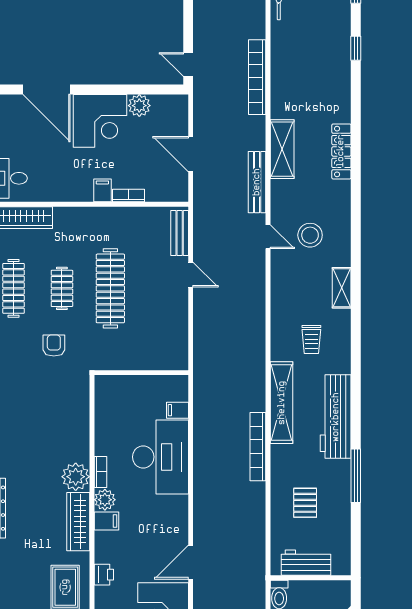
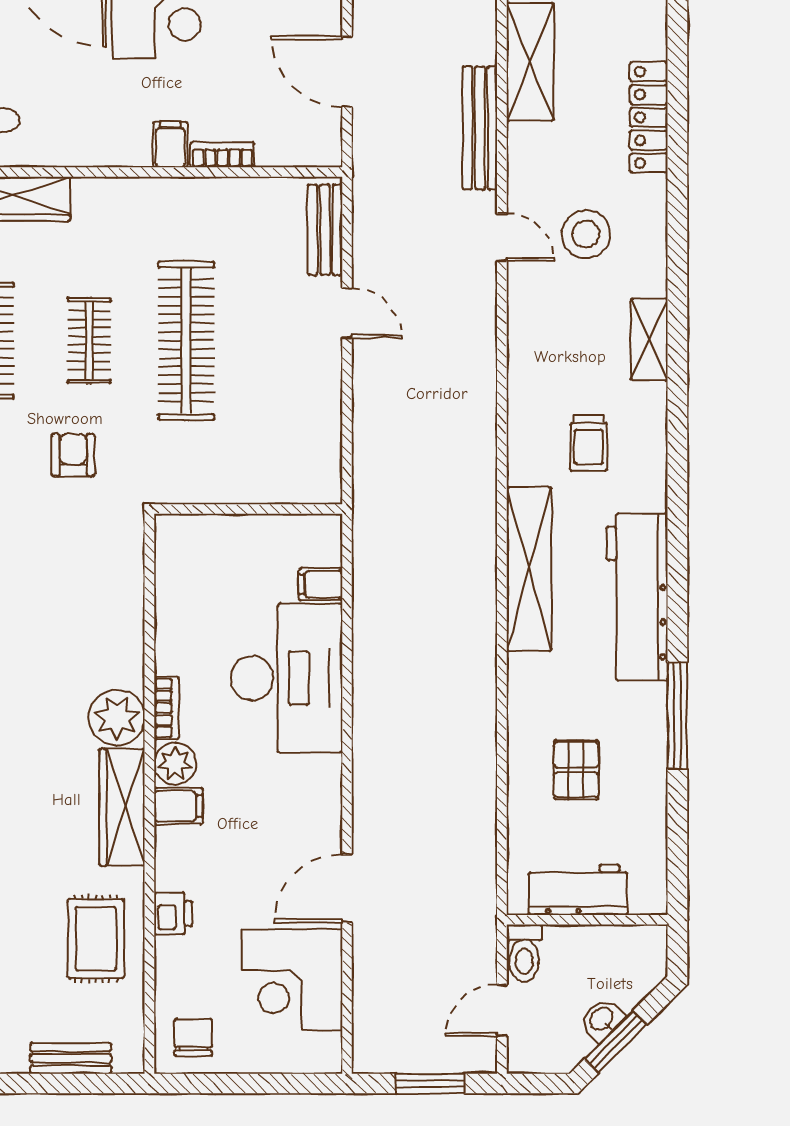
locker: (341, 151) -> (649, 117), moved
bookcase: (258, 447) -> (482, 657), removed

